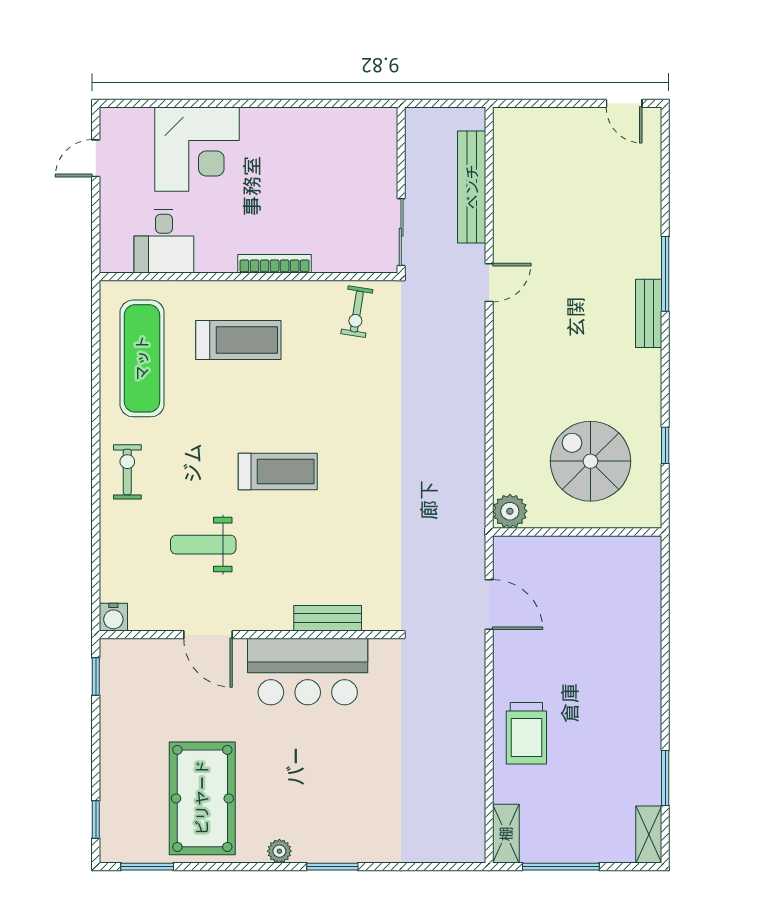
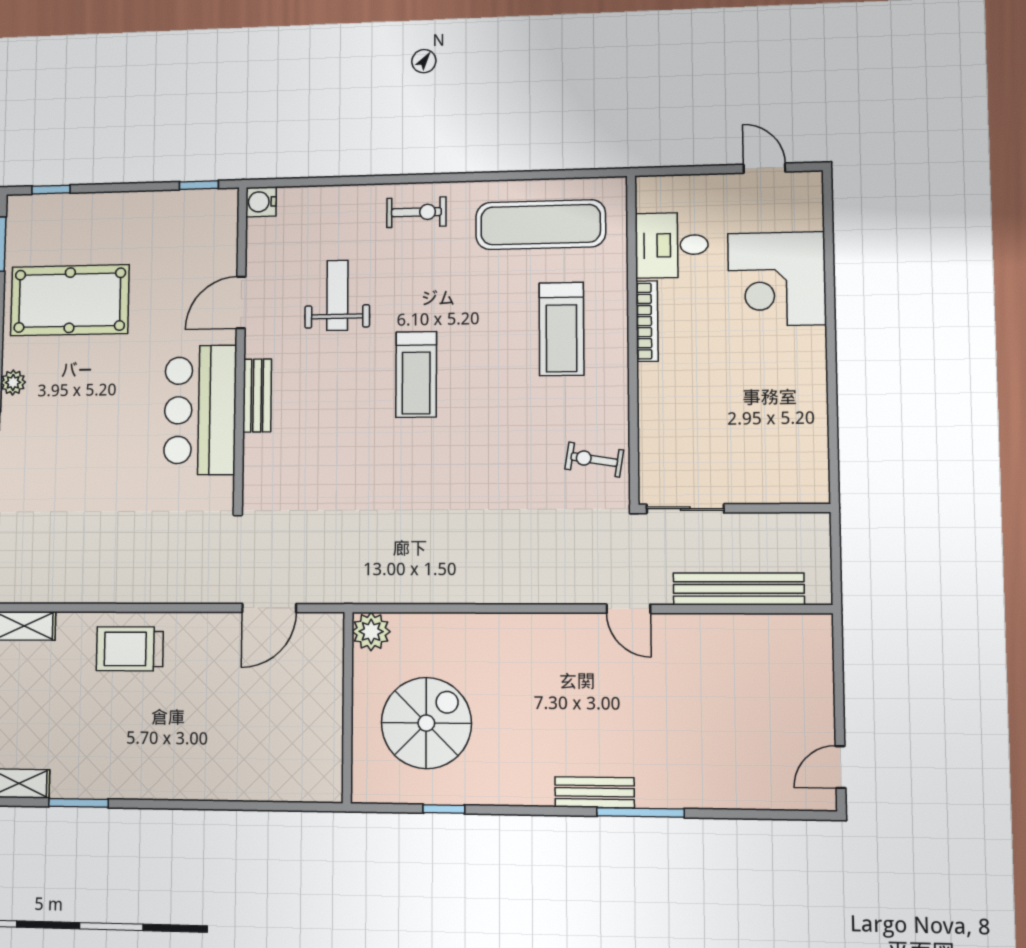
bookcase: (275, 264) -> (647, 321), moved
bench: (328, 618) -> (257, 395), moved

